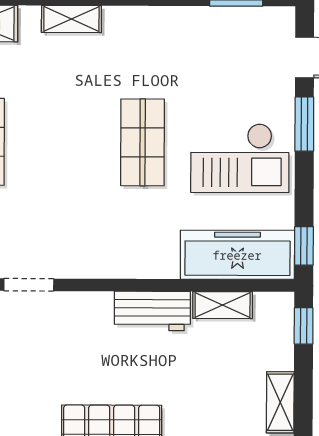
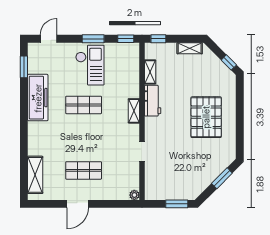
shelving: (71, 19) -> (134, 111), moved
window: (304, 124) -> (93, 39), moved
freezer: (237, 255) -> (38, 98), moved, turned 180

